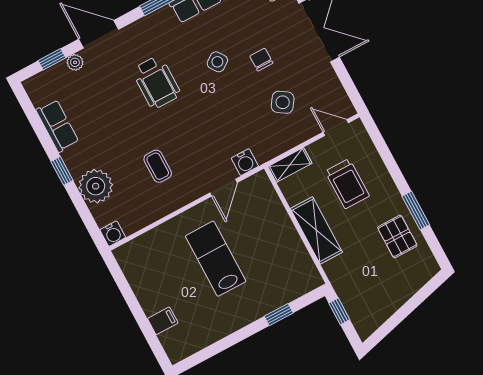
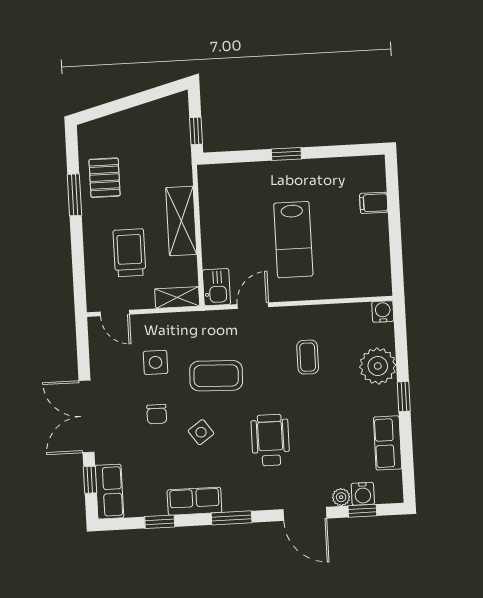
side table: (283, 102) -> (155, 362), turned -34
coffee table: (227, 115) -> (216, 376), added
water cooler: (245, 162) -> (363, 494), moved, turned 180
kitchen sink: (261, 189) -> (216, 287), added
window: (279, 315) -> (286, 154), moved

